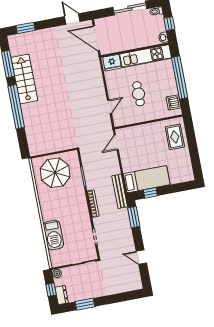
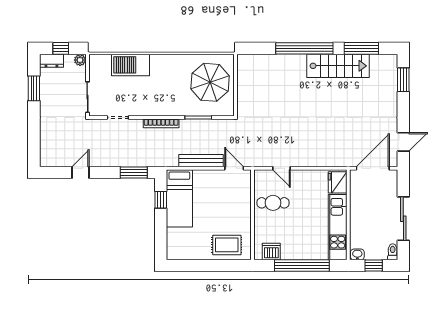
cafe table: (139, 94) -> (273, 203), moved
bench: (120, 191) -> (201, 161), moved

